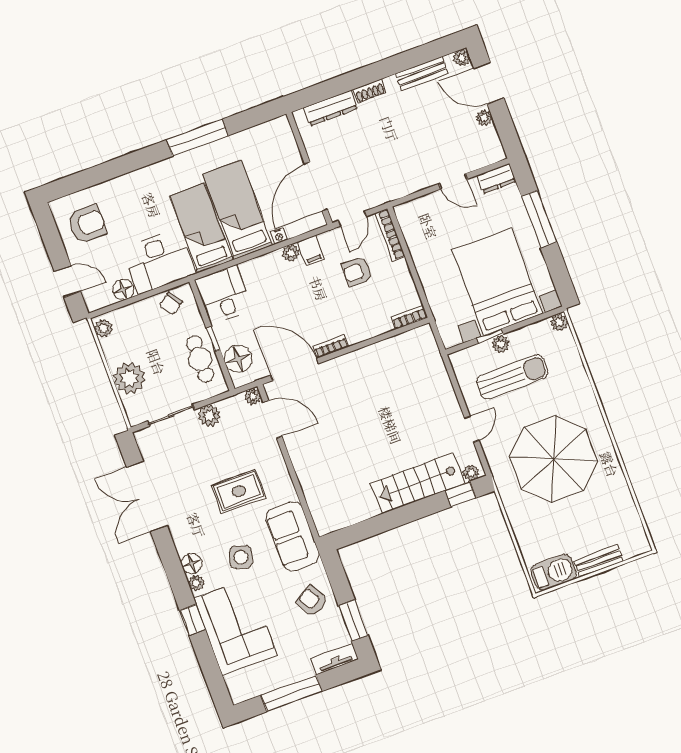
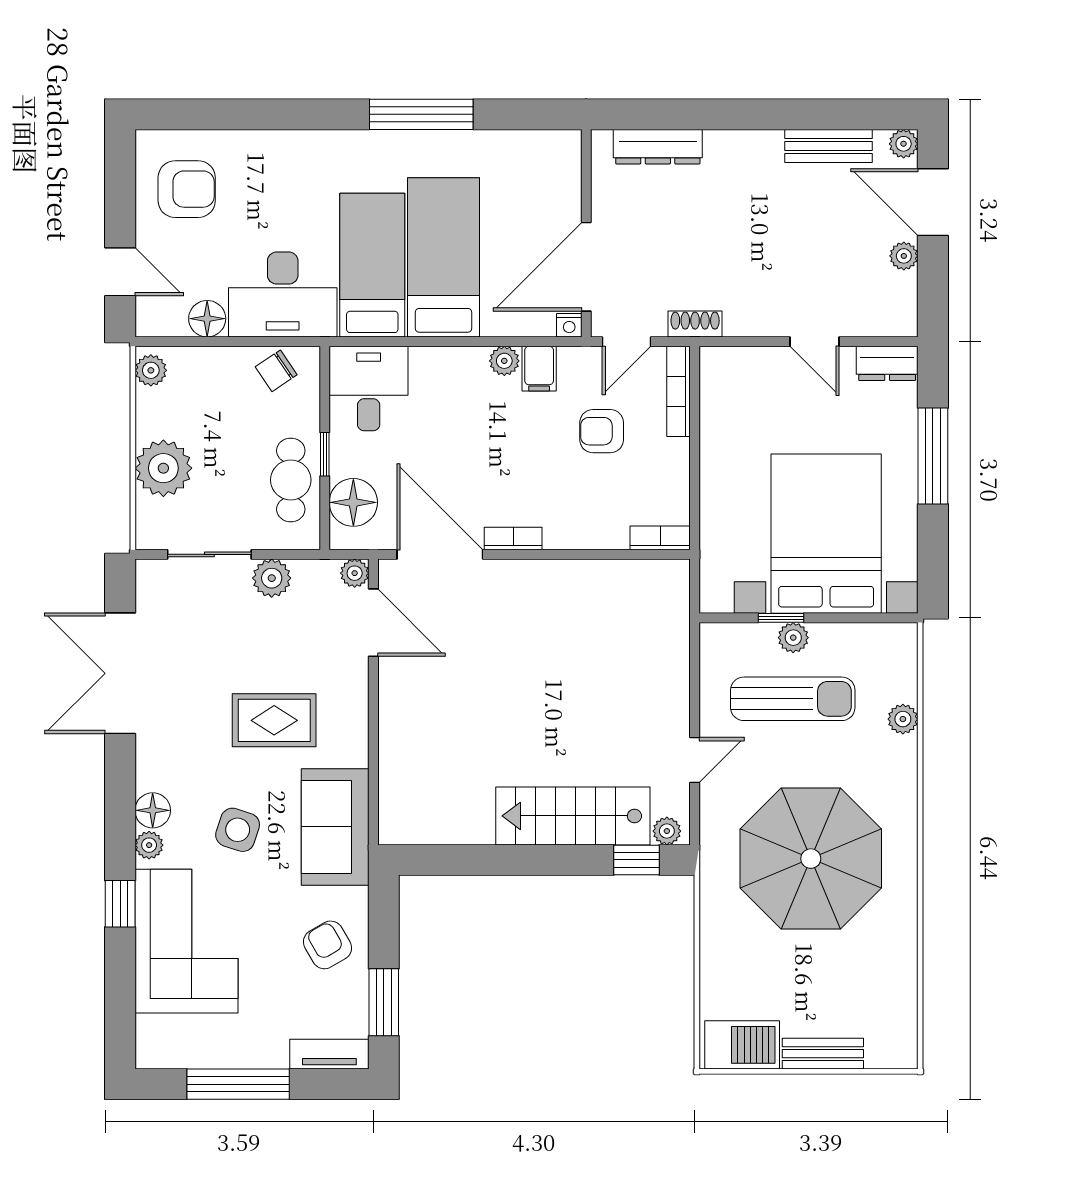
shoe rack: (370, 91) -> (695, 324), moved, turned 180
nightstand: (279, 236) -> (569, 325), moved
plant: (559, 322) -> (903, 719), moved

